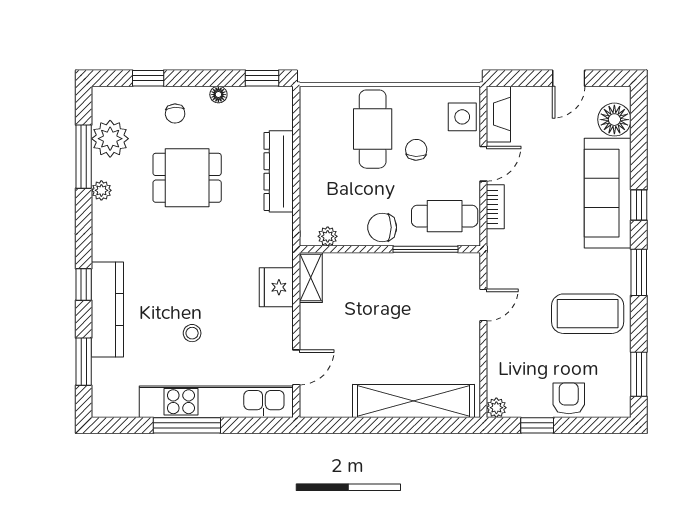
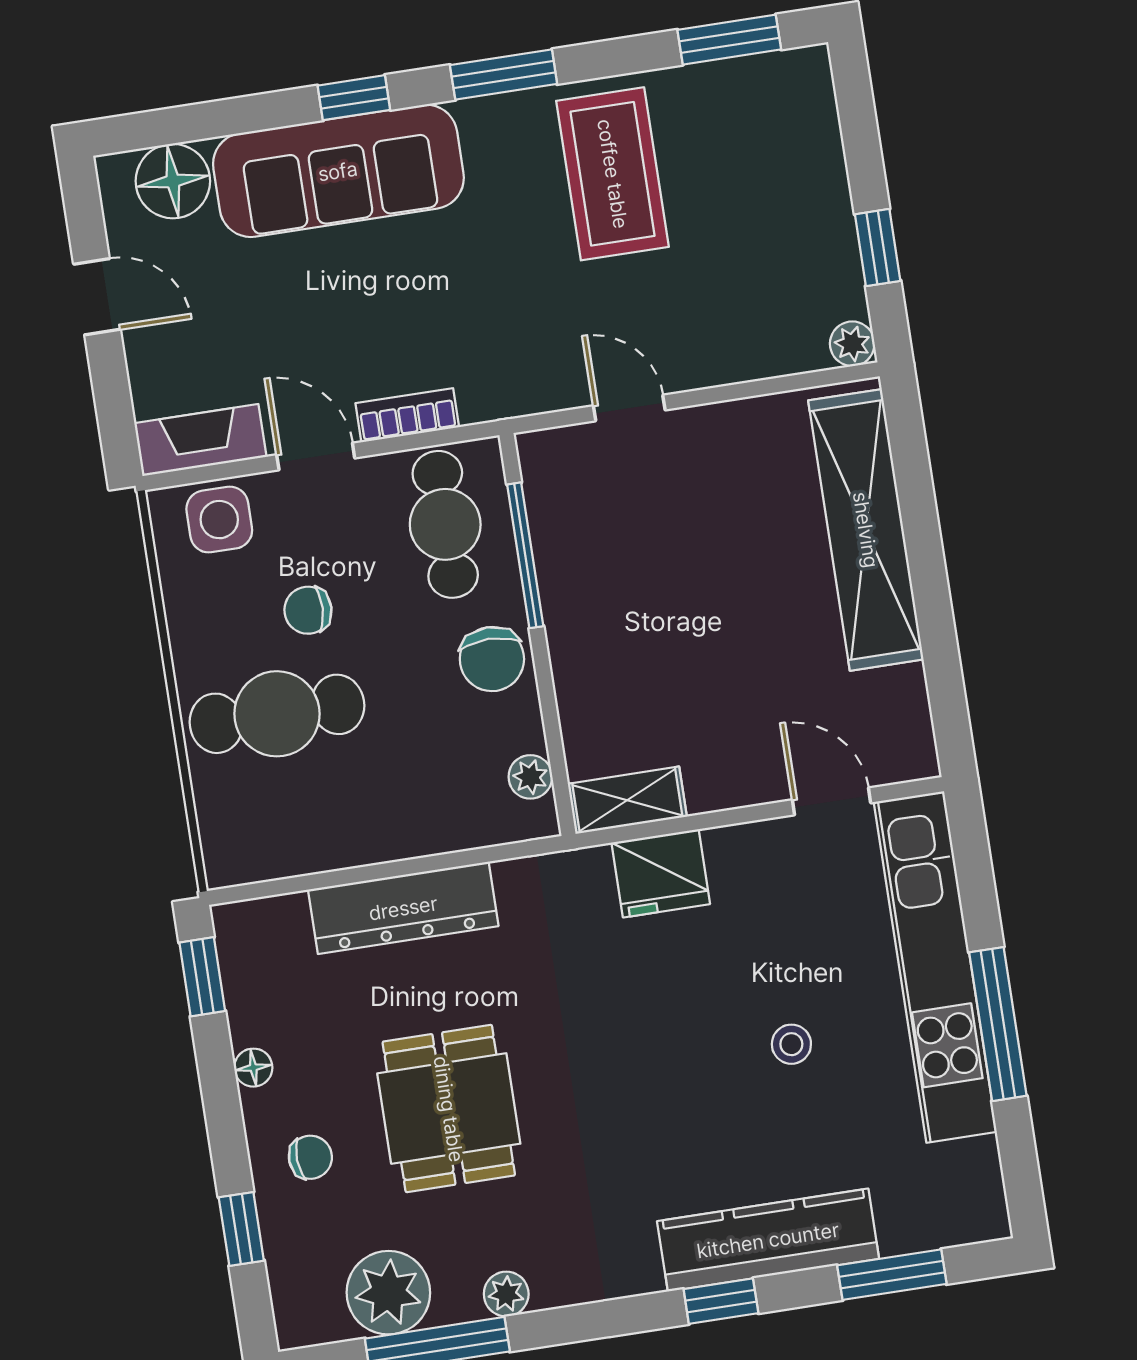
armchair: (569, 398) -> (807, 187), removed

